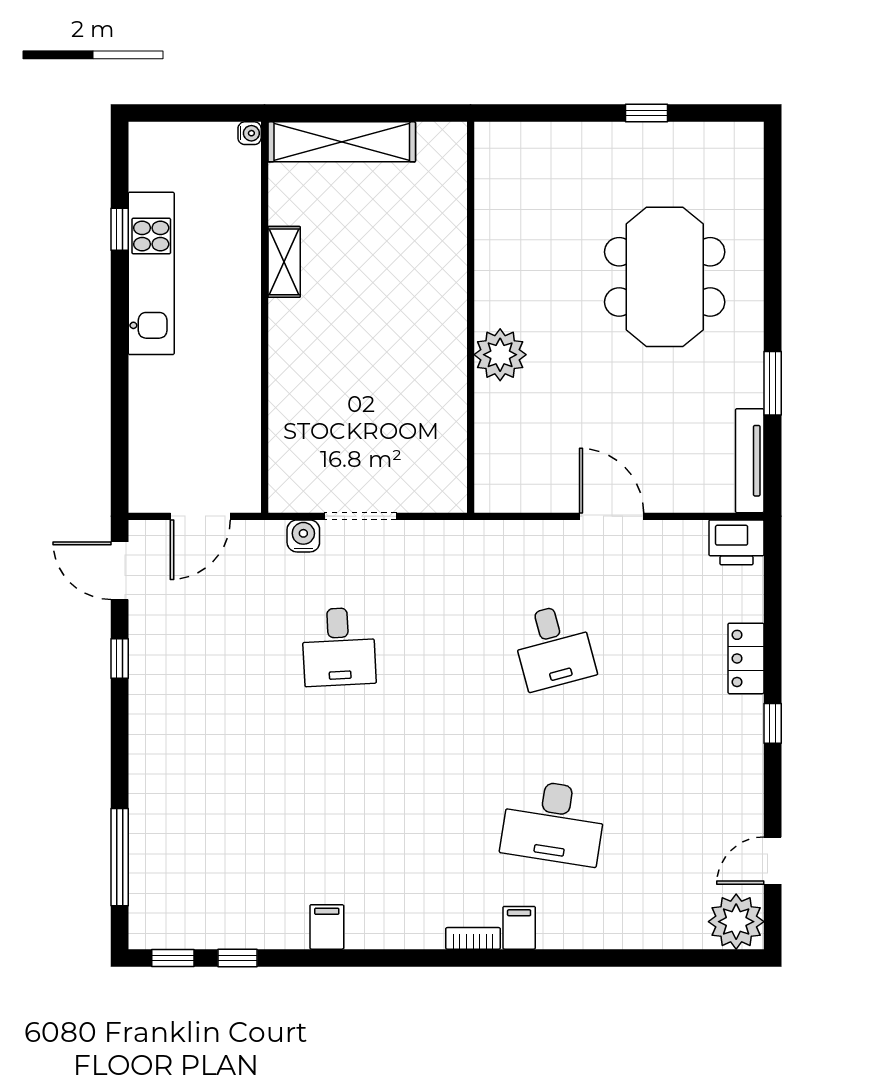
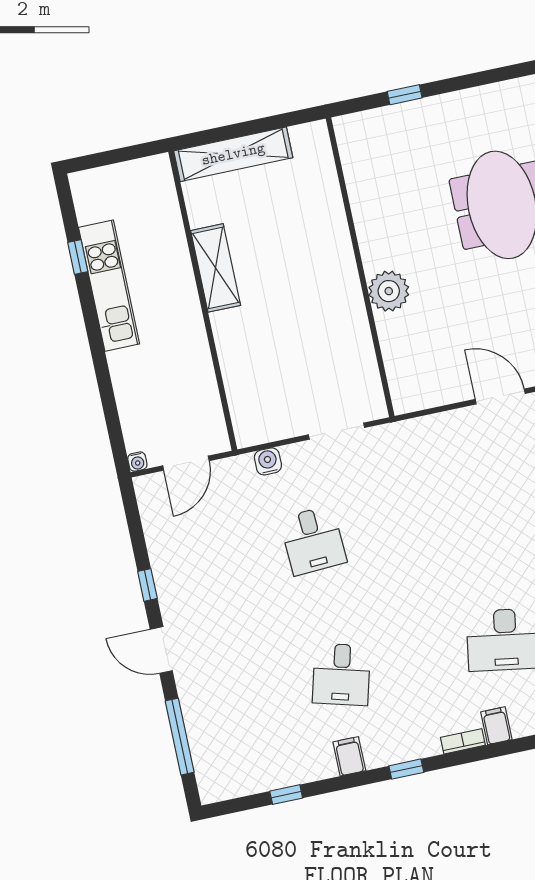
window: (647, 113) -> (405, 95), moved
water cooler: (250, 133) -> (137, 462), moved, turned 90
shelving: (284, 262) -> (216, 268), width x1.50, depth x1.33
doorway: (361, 516) -> (336, 431), moved
door: (120, 571) -> (161, 650), moved
desk: (554, 647) -> (341, 674), moved, turned 30
window: (173, 958) -> (406, 769), moved

